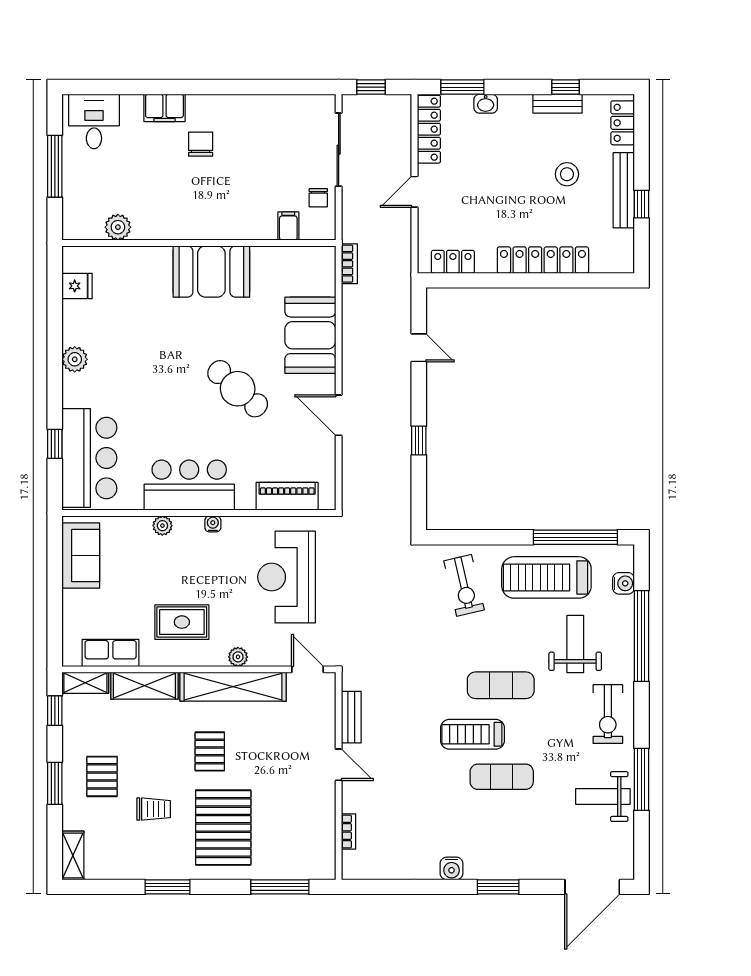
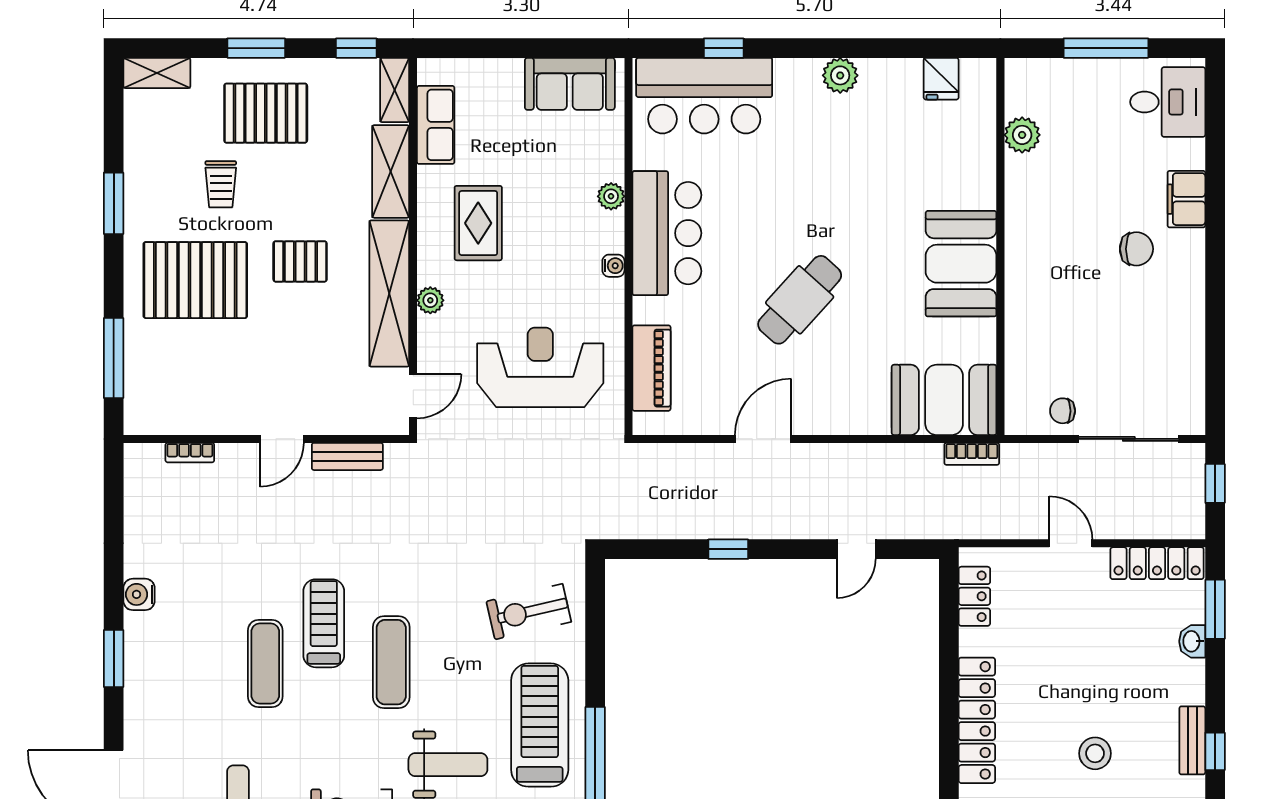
filing cabinet: (288, 226) -> (1024, 370), removed
booth: (310, 335) -> (944, 400), moved
pallet: (102, 776) -> (266, 113), width x1.50, depth x1.42

